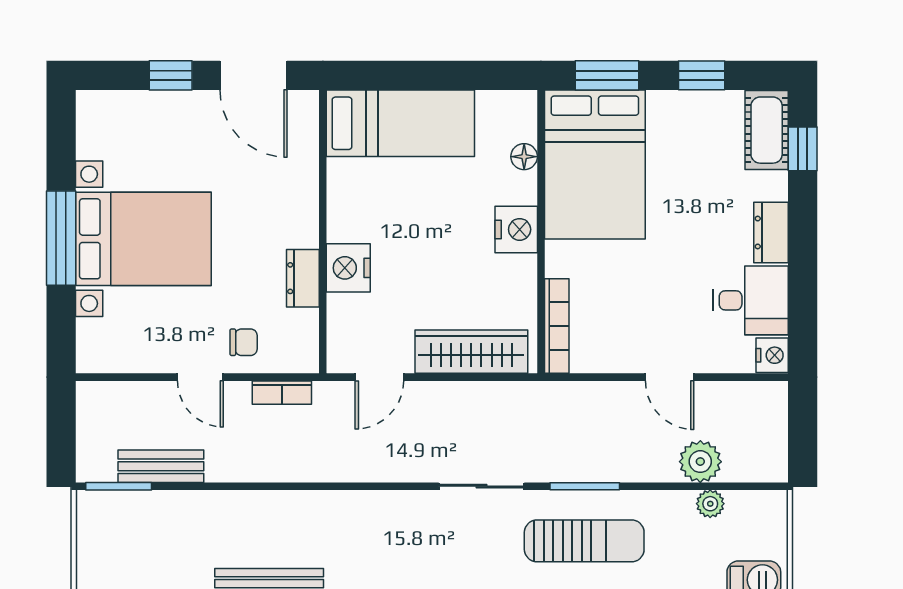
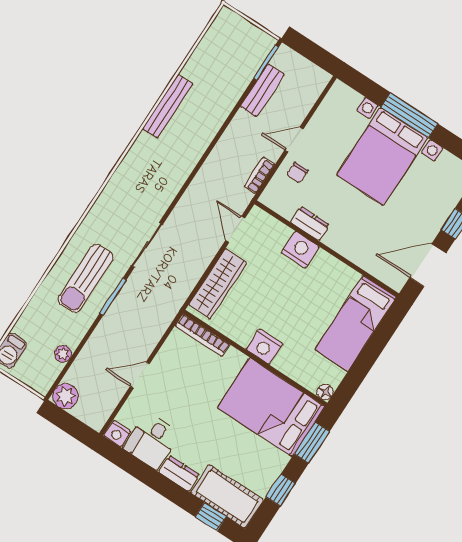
cot: (767, 130) -> (227, 496), width x1.37, depth x1.34
floor lamp: (524, 157) -> (325, 392), moved
plant: (700, 462) -> (66, 396), moved

